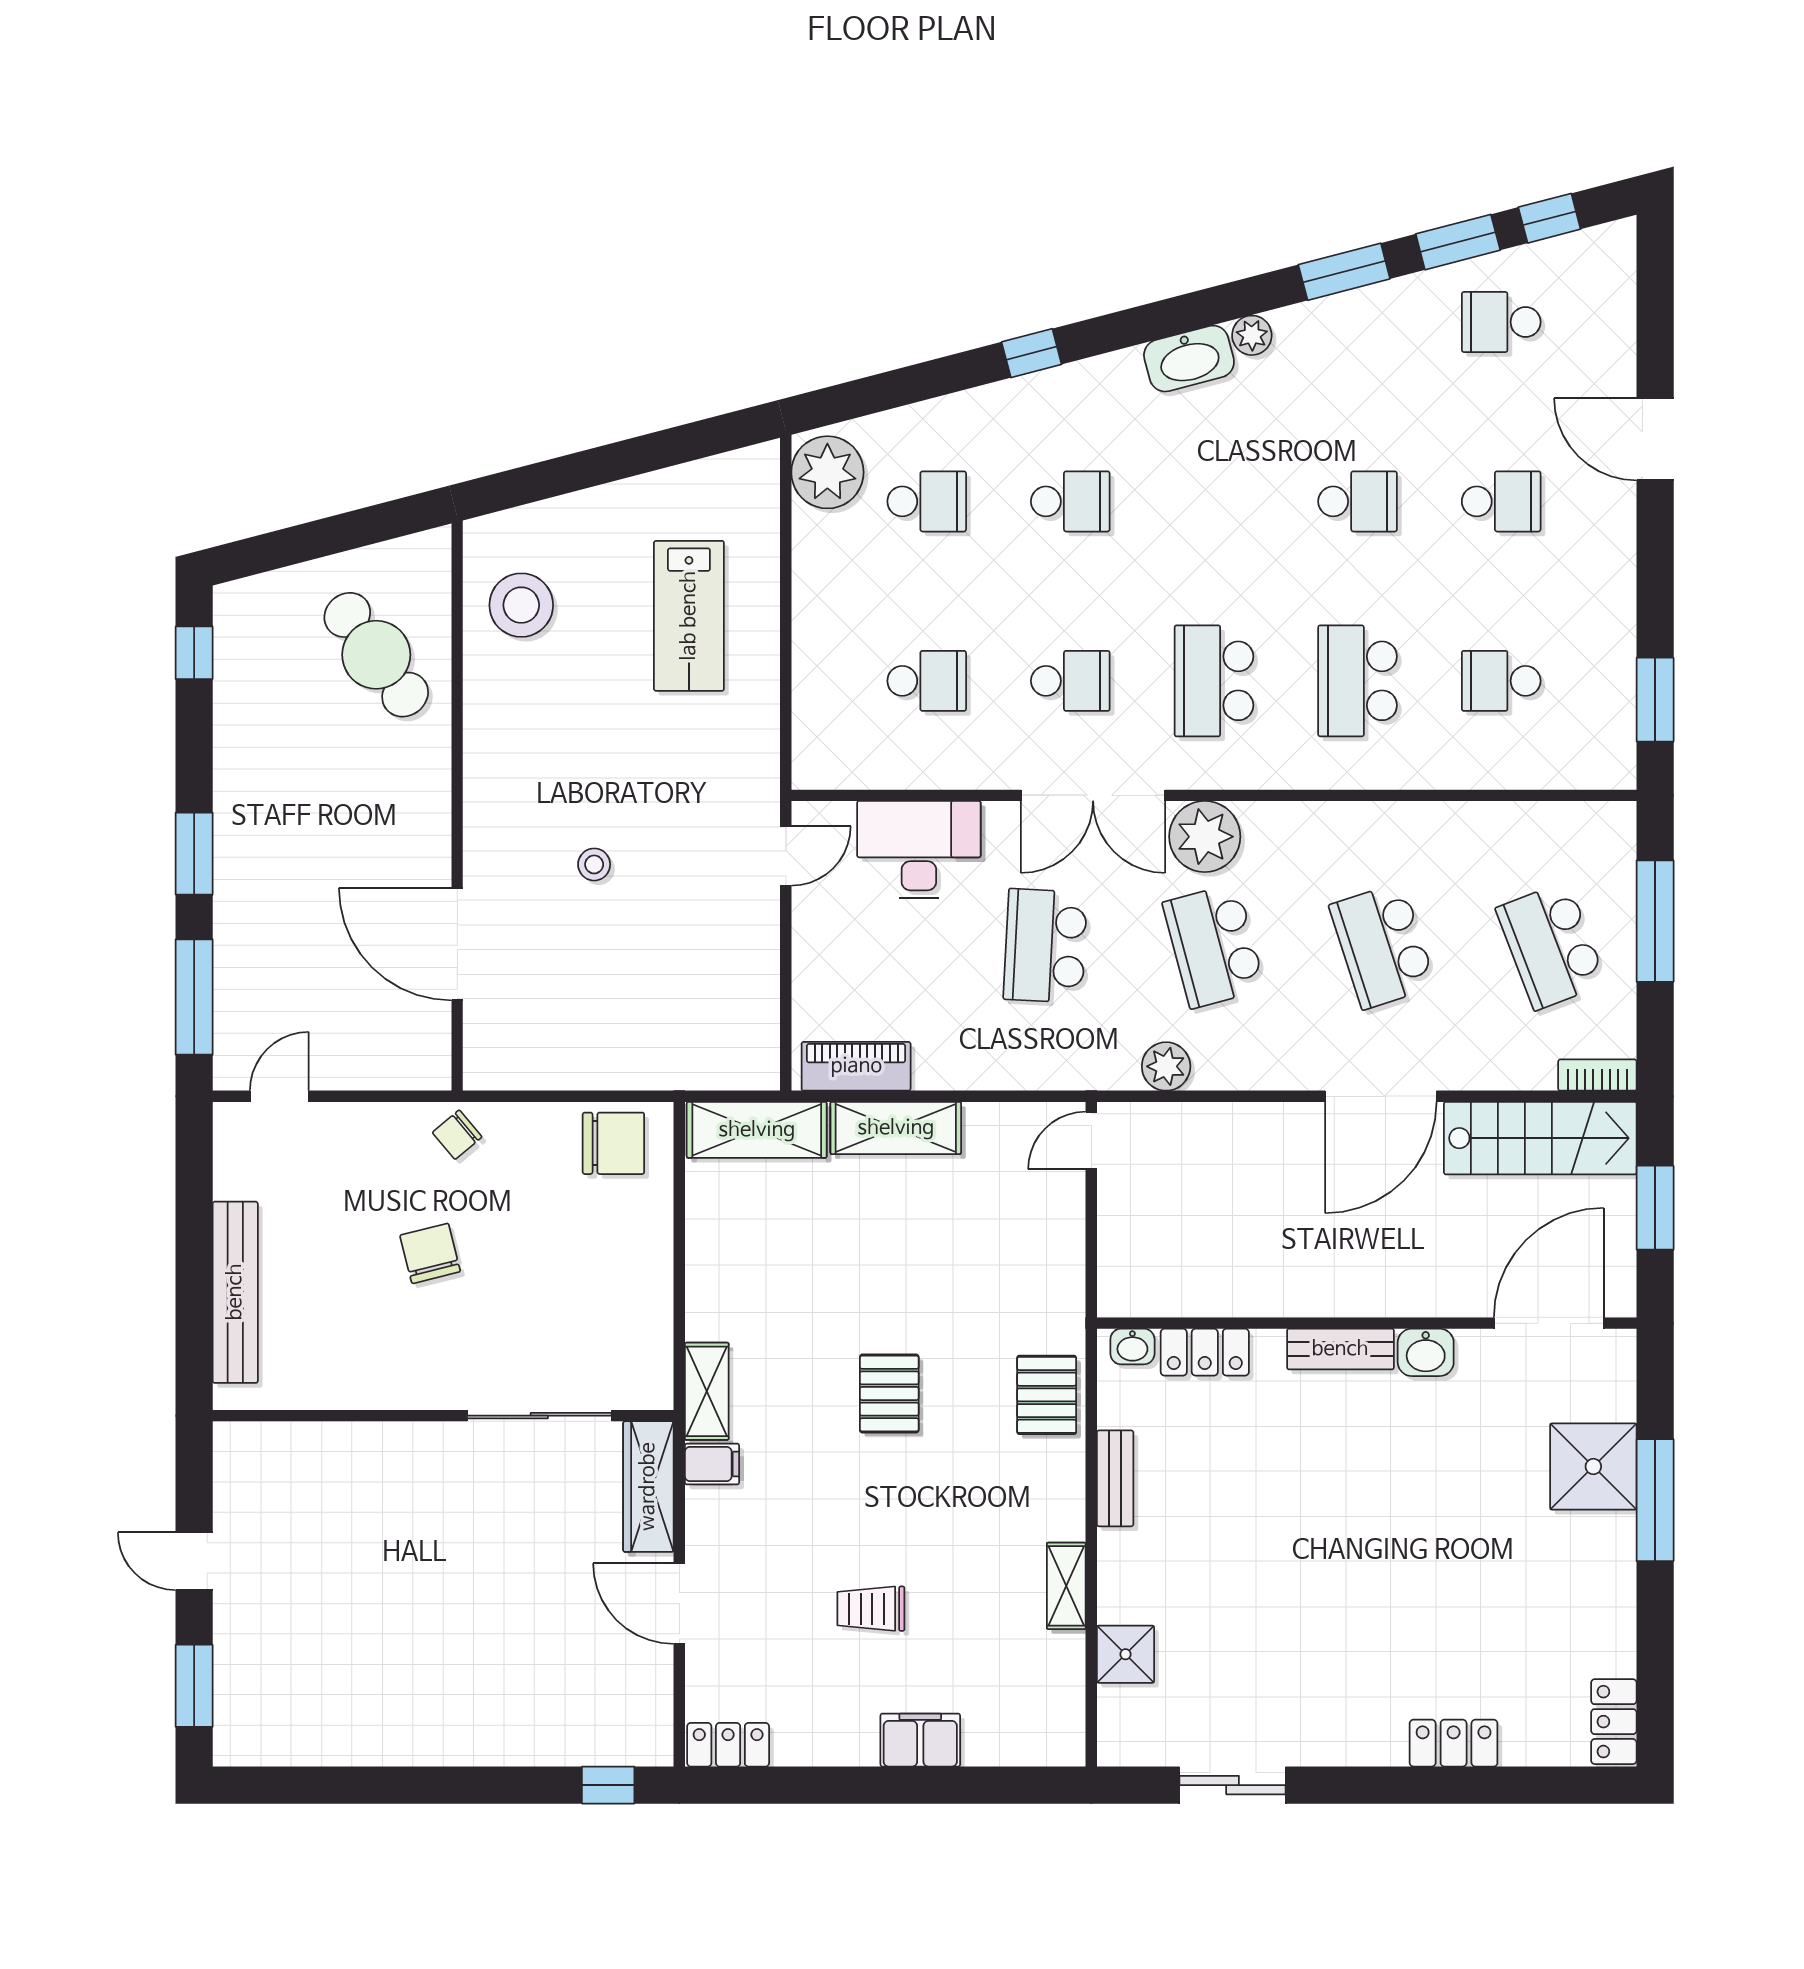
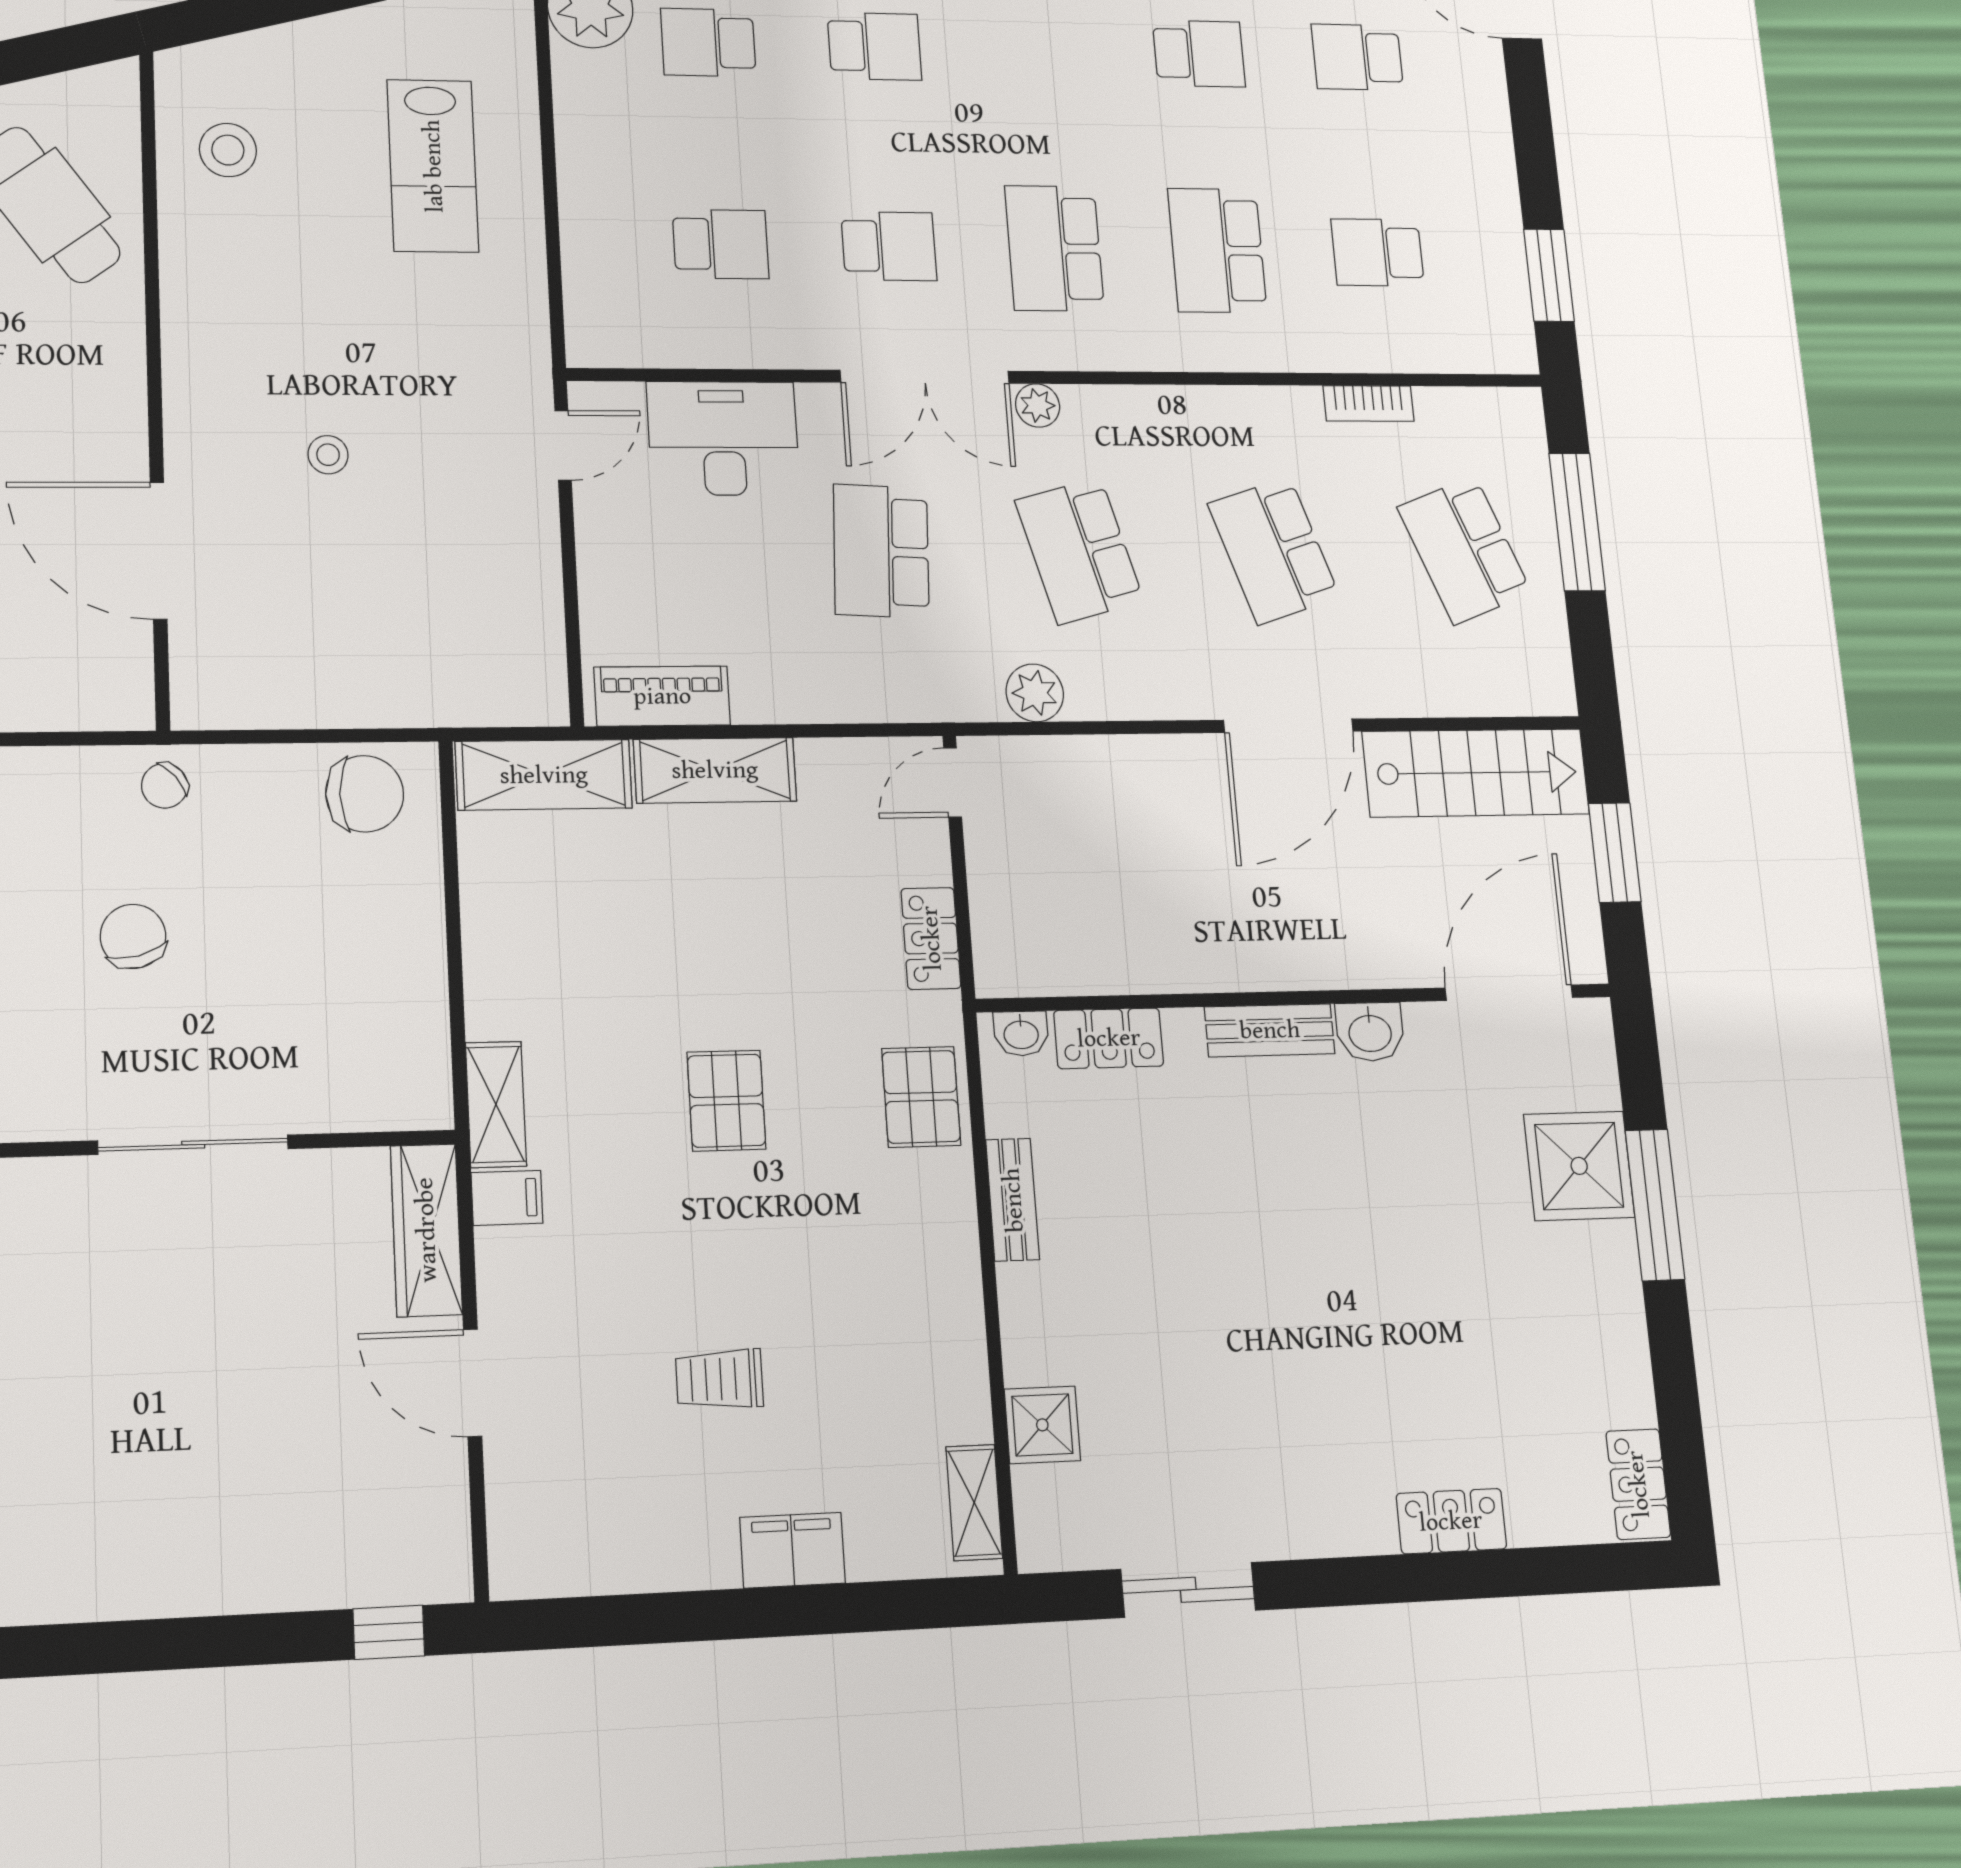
school desk: (927, 501) -> (708, 43), turned 180
school desk: (1501, 501) -> (1357, 57), turned 180
stool: (521, 605) -> (228, 150), width x0.73, depth x0.73
plant: (1205, 837) -> (1038, 405), width x0.53, depth x0.53
bookcase: (1597, 1075) -> (1369, 403), moved, turned 180
sliding door: (539, 1416) -> (193, 1145), moved
shelving: (1066, 1586) -> (974, 1503), moved
locker: (728, 1745) -> (931, 938), moved, turned -90

